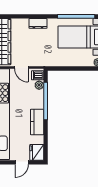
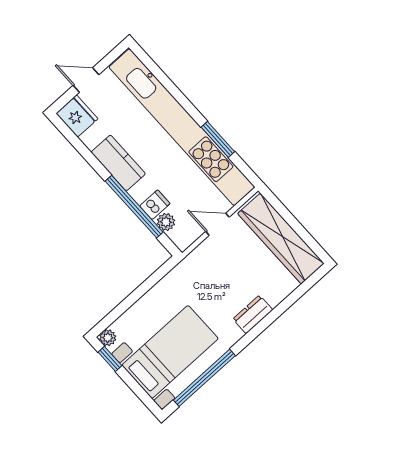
dishwasher: (38, 75) -> (155, 205), moved
door: (22, 162) -> (86, 80), hinge flipped

